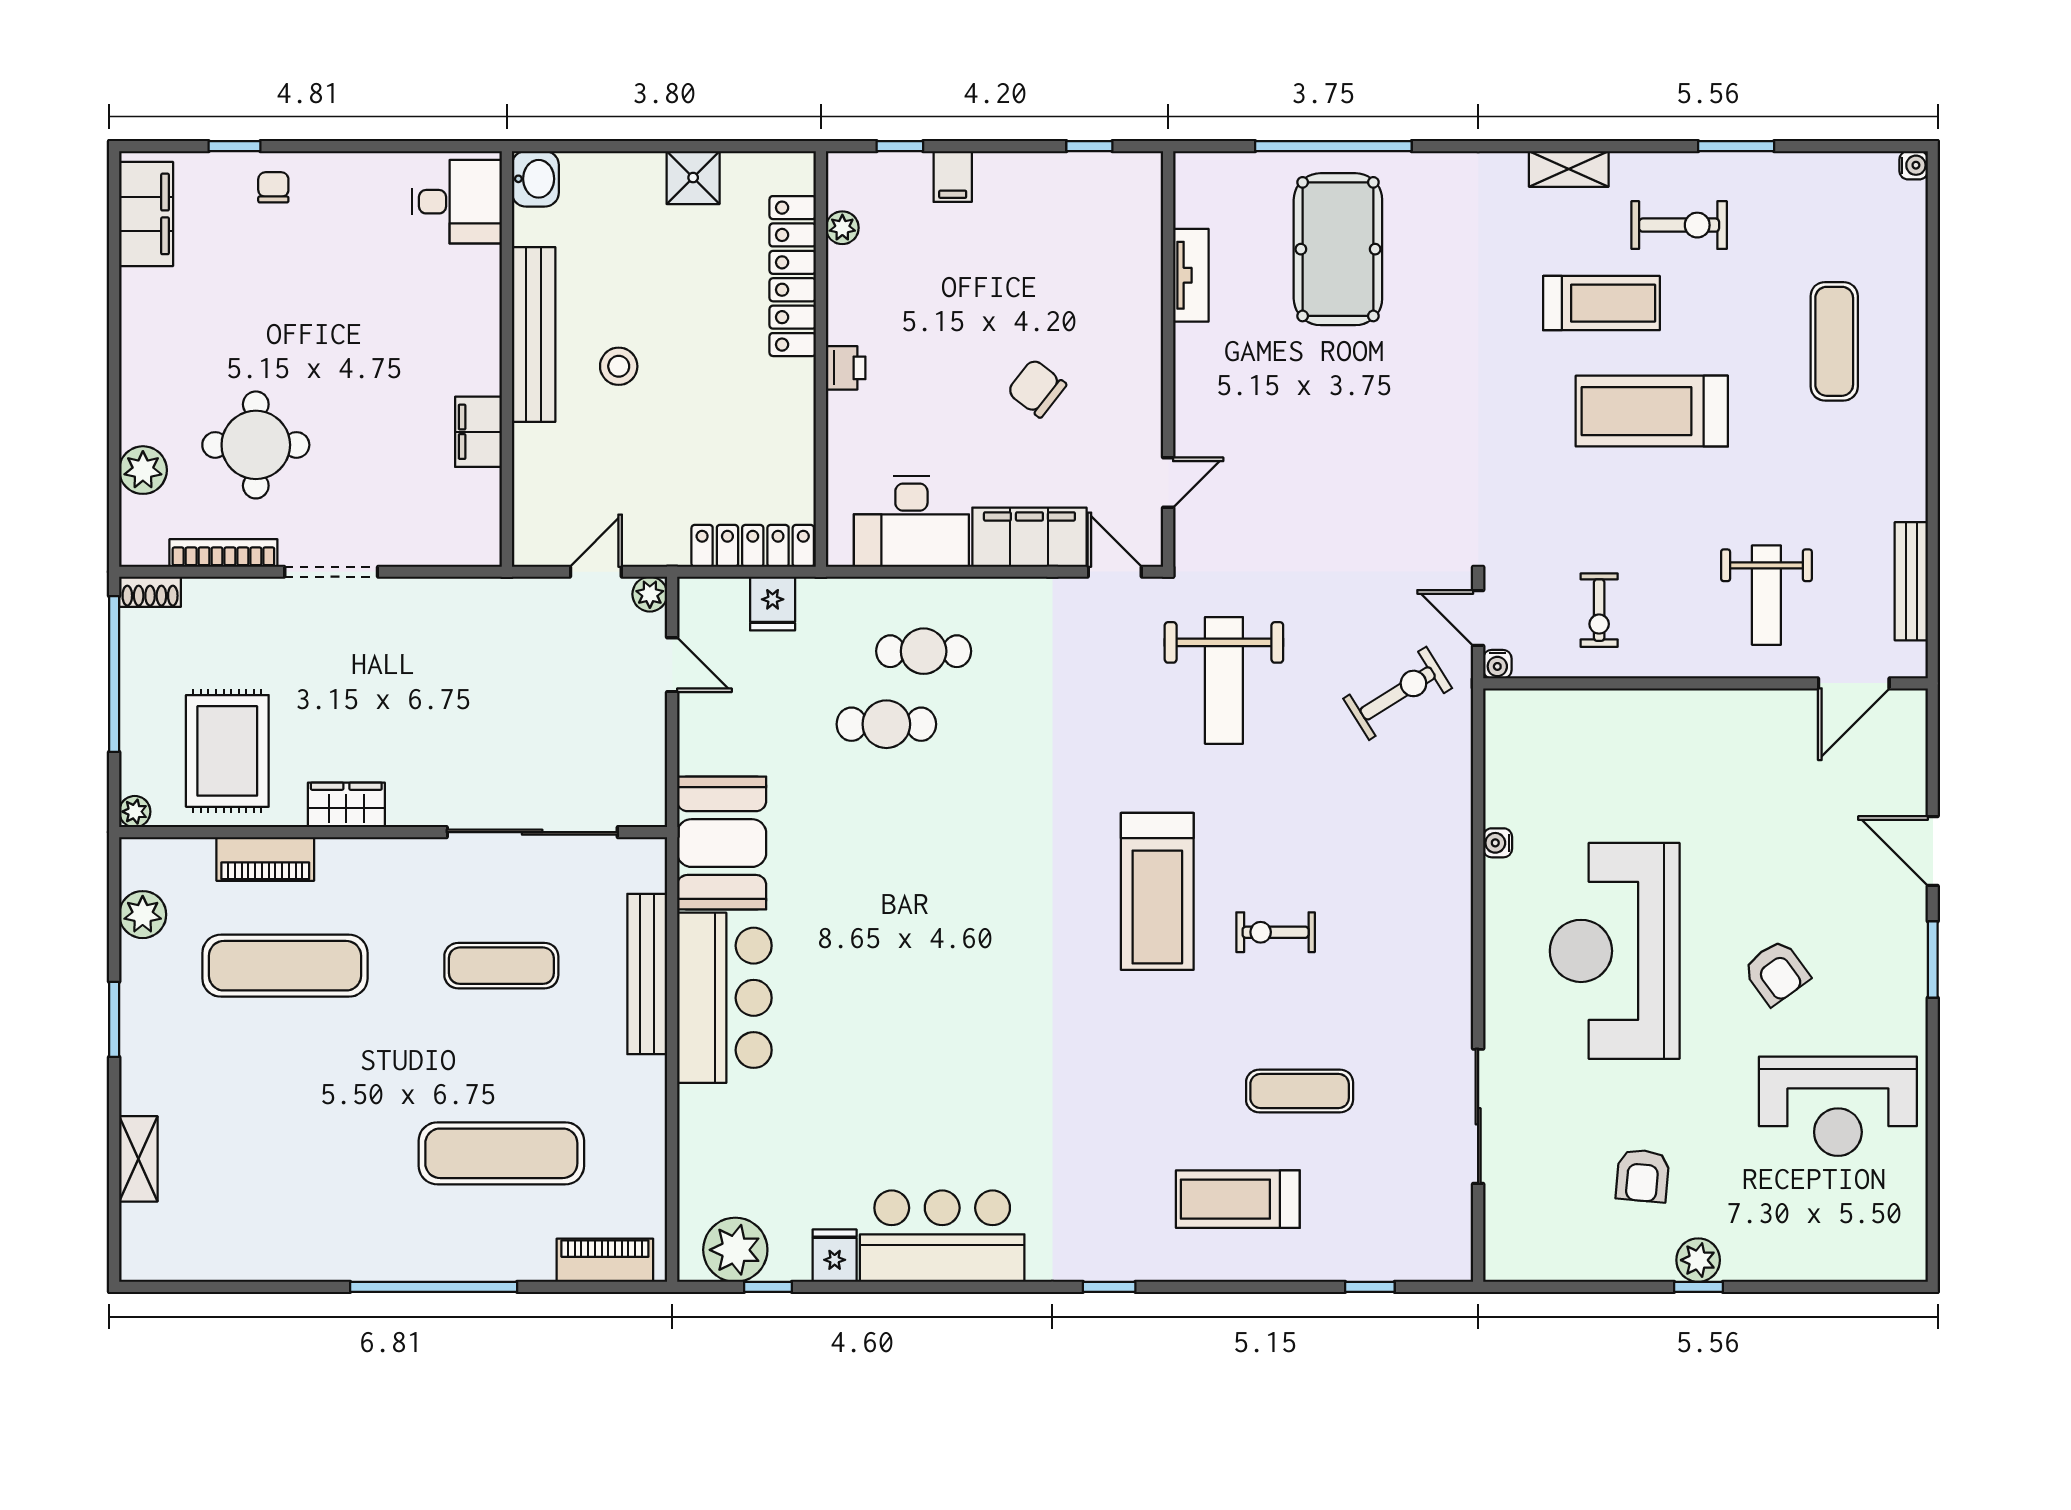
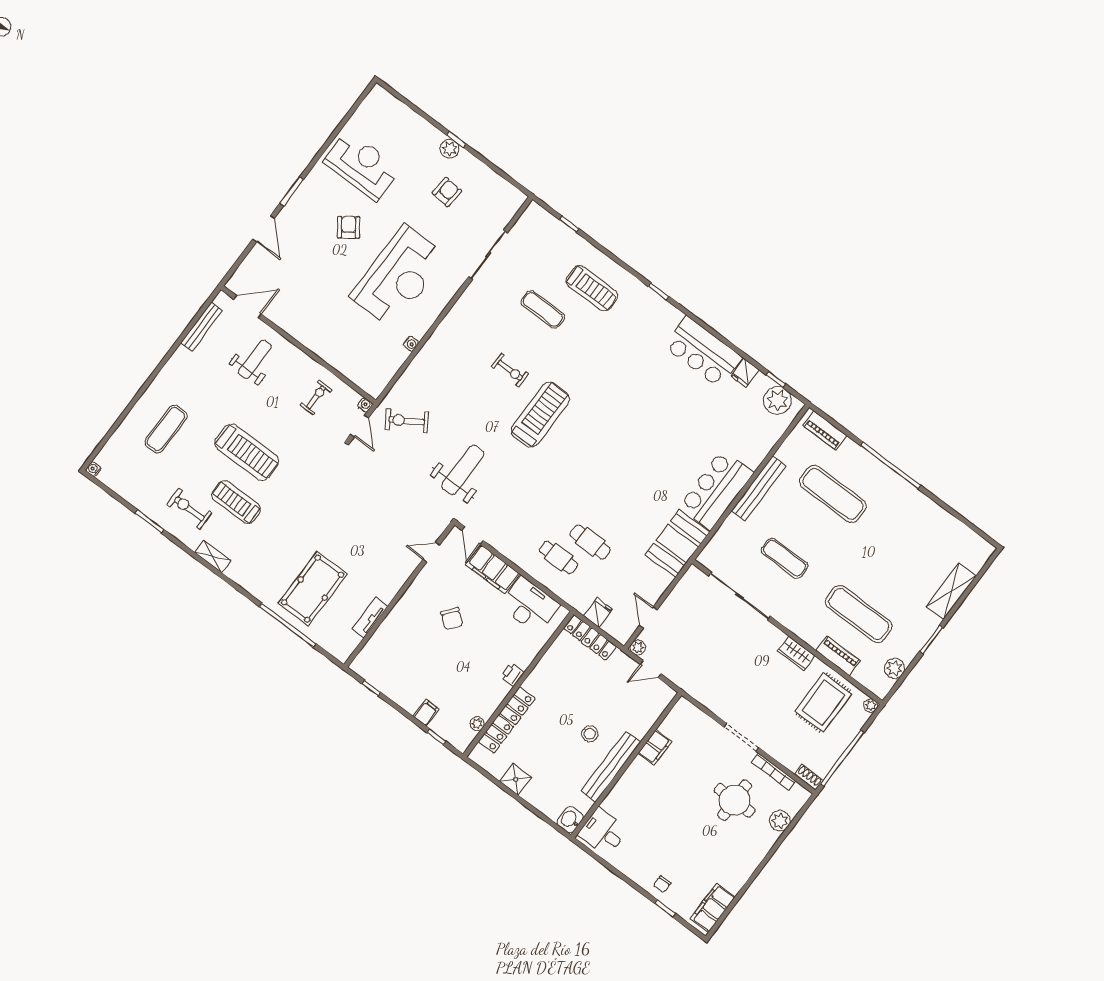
bench: (647, 974) -> (759, 488), moved
shelving: (138, 1159) -> (951, 591), width x1.50, depth x1.33

